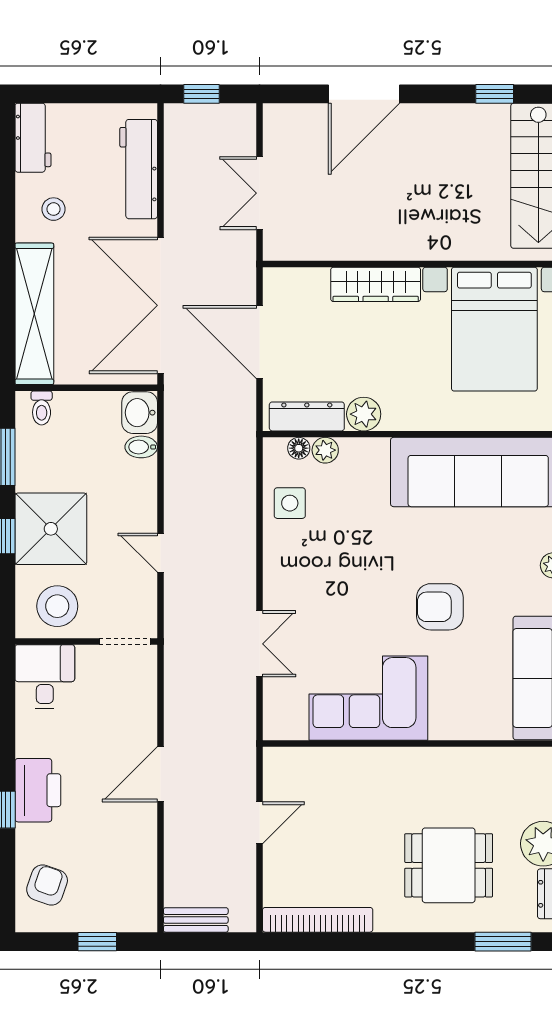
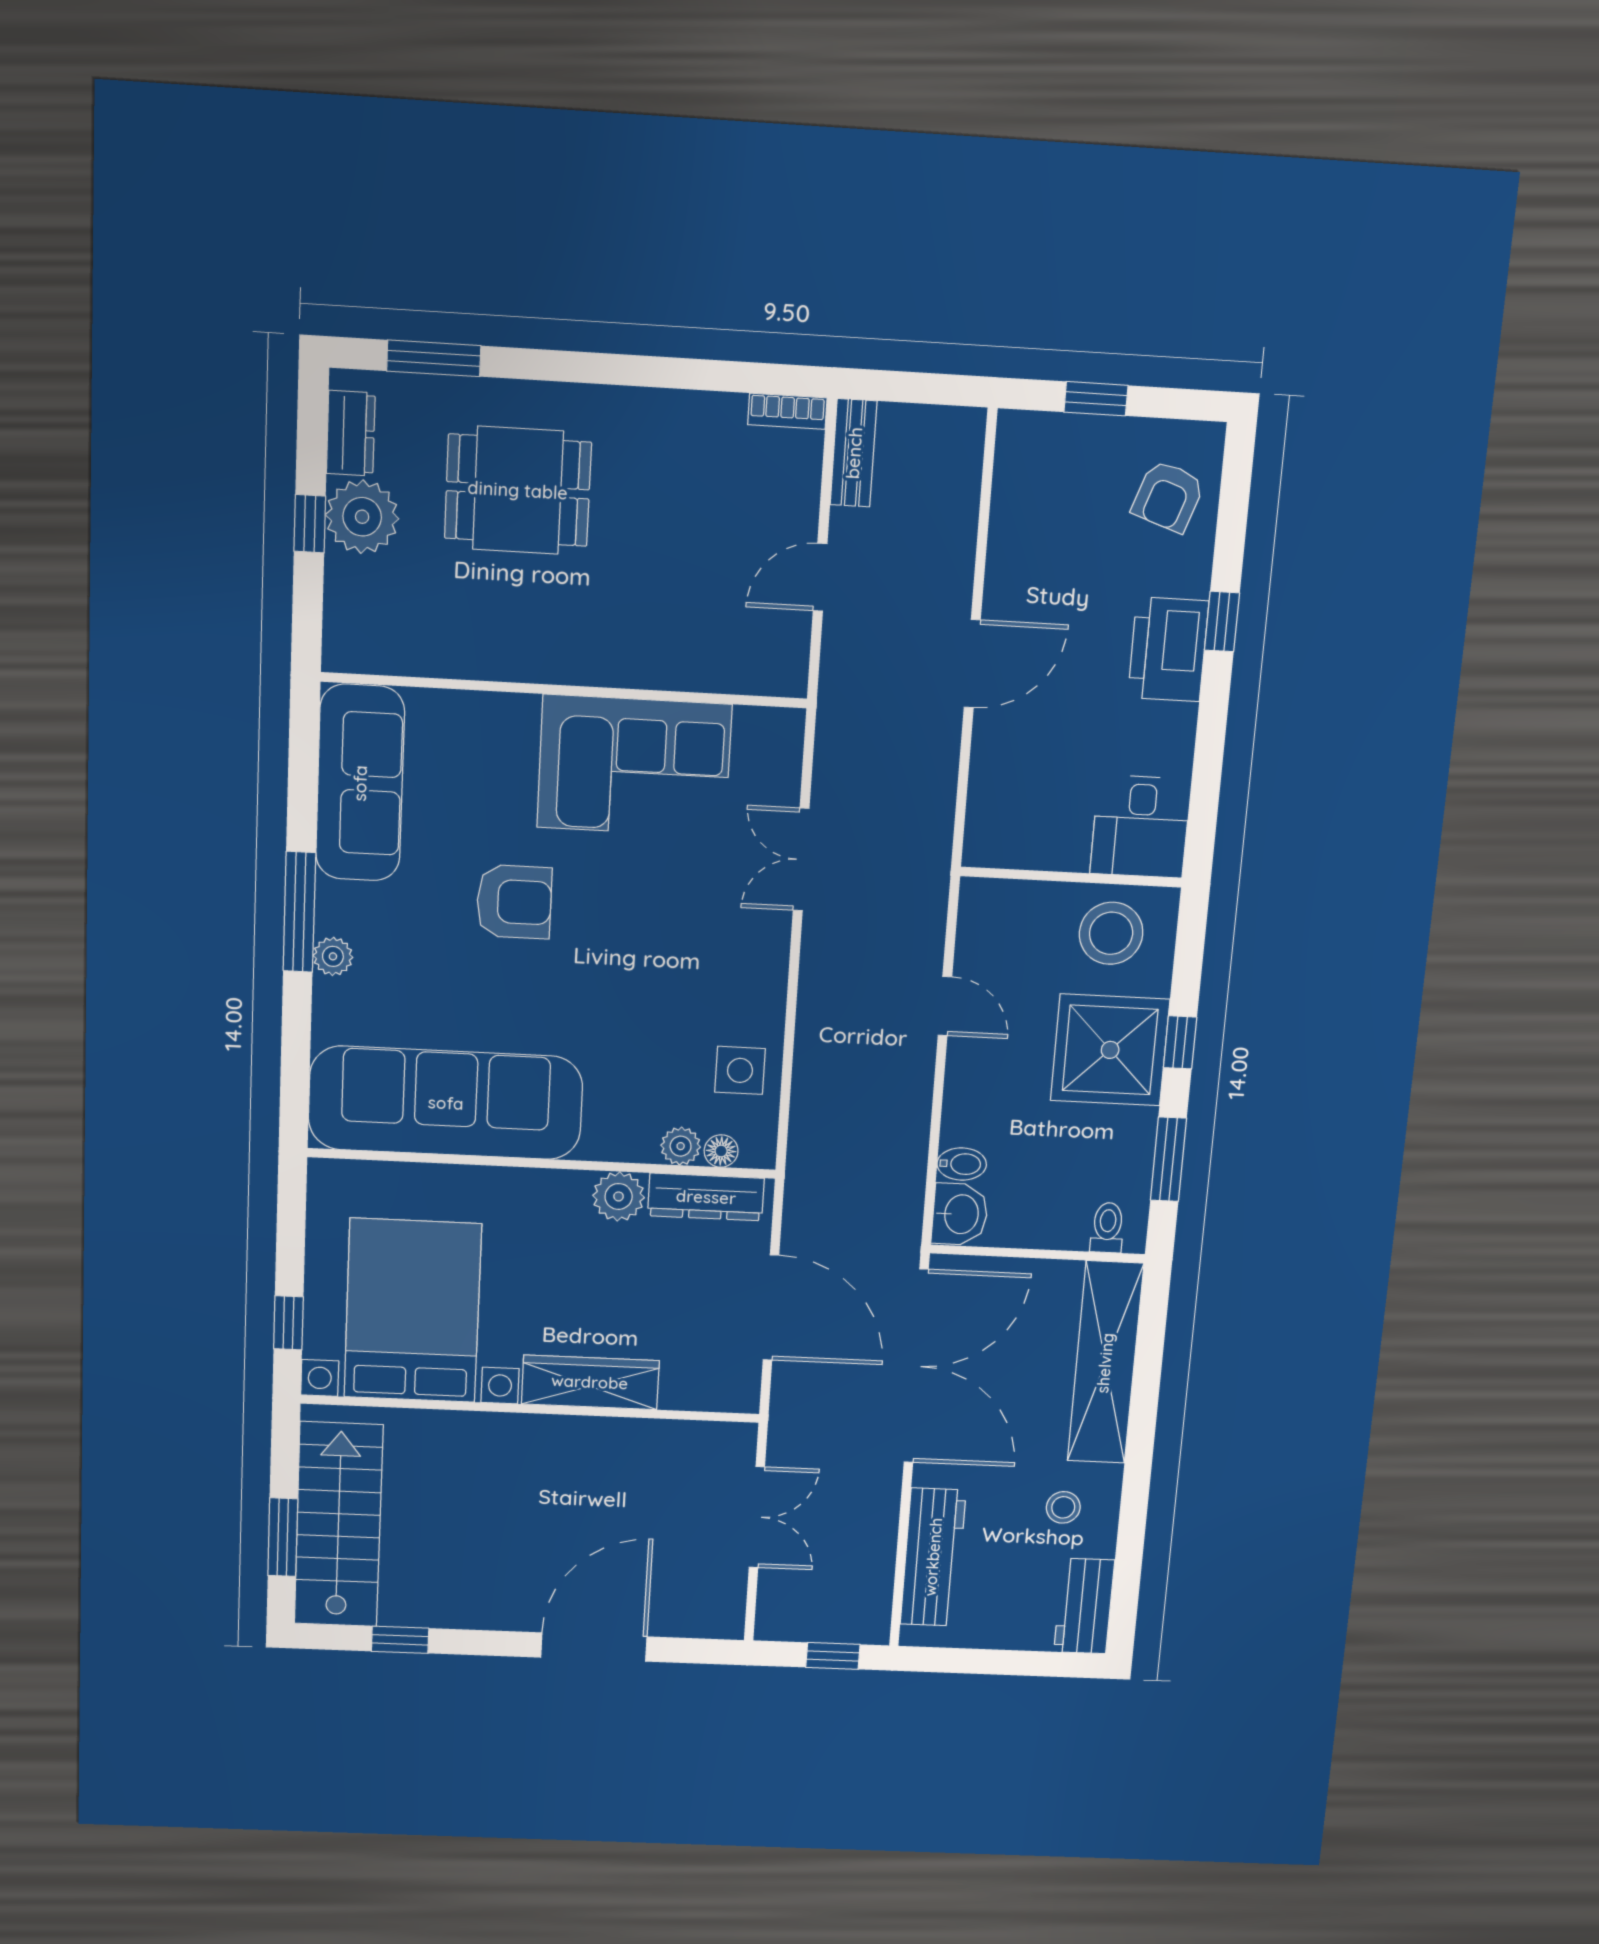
doorway: (125, 641) -> (1011, 874), removed
bench: (196, 920) -> (854, 453), moved, turned 90
bookcase: (318, 920) -> (787, 411), width x0.43, depth x0.76

